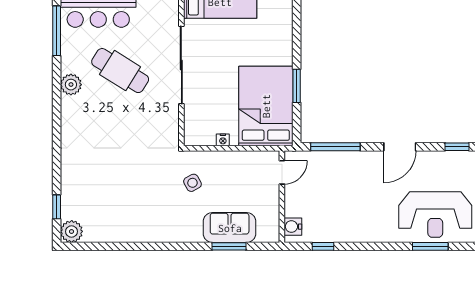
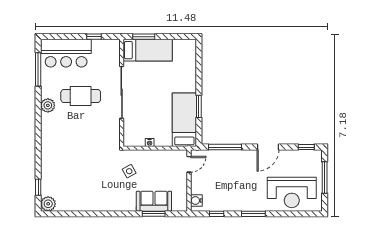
cafe table: (120, 71) -> (81, 96), turned -32
bed: (266, 106) -> (184, 120), width x0.67
window: (430, 246) -> (253, 214), moved

